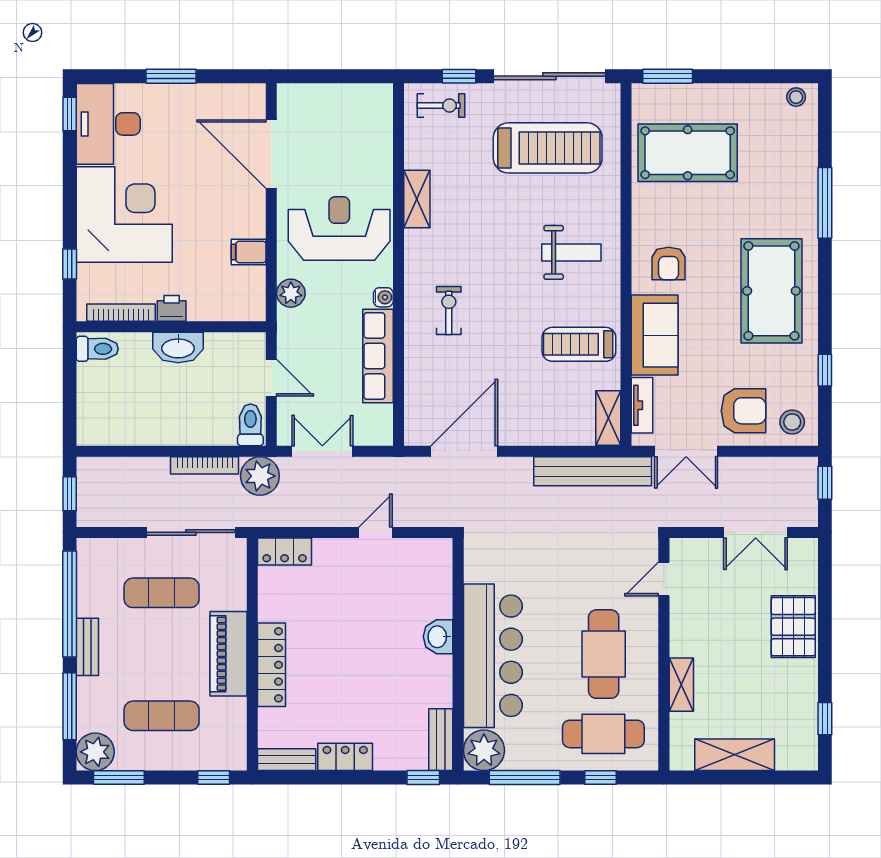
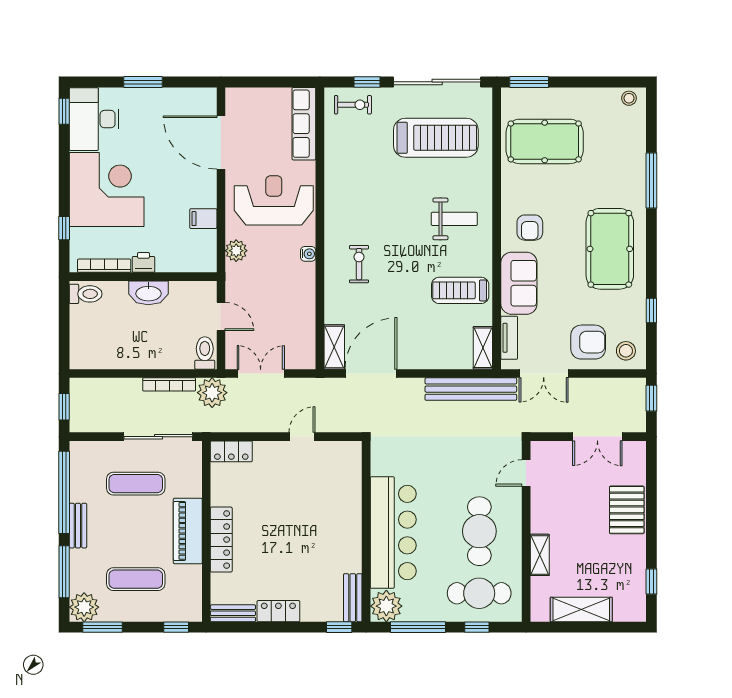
shelving: (417, 199) -> (334, 347), moved
row of seats: (378, 356) -> (304, 124), moved
washbasin: (438, 637) -> (351, 518), removed

